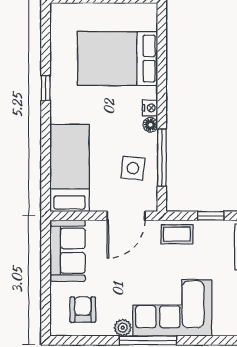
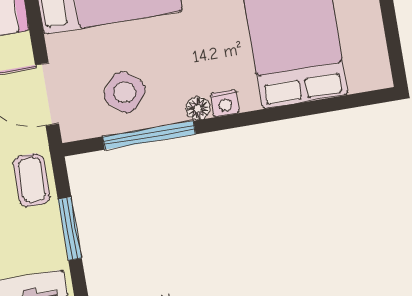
side table: (133, 168) -> (125, 92), turned 35
window: (211, 216) -> (70, 229), width x1.50

